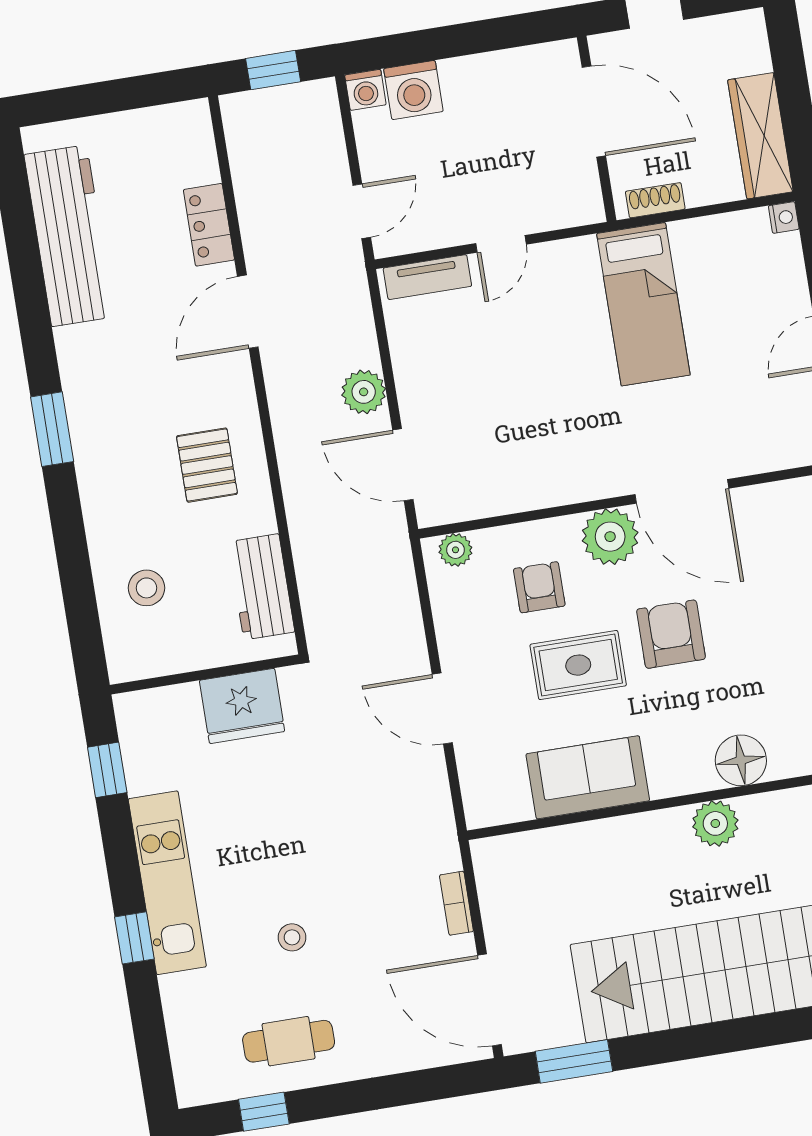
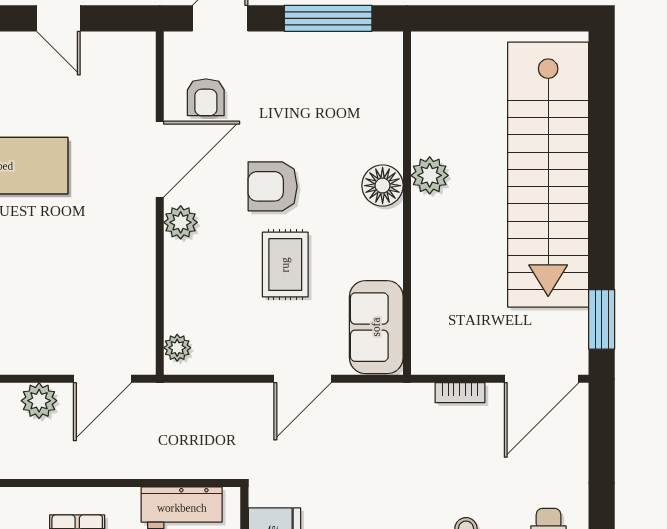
plant: (610, 537) -> (181, 222), width x0.73, depth x0.73
armchair: (539, 587) -> (206, 97), moved, turned -90
floor lamp: (741, 760) -> (383, 186), moved
sofa: (588, 777) -> (376, 327), moved

